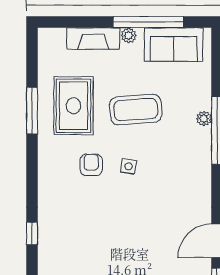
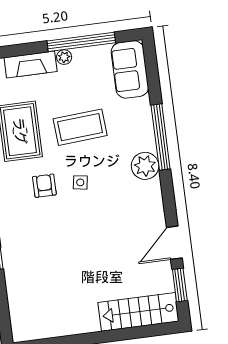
sofa: (174, 45) -> (130, 69), moved, turned 90
plant: (204, 119) -> (145, 166), moved, width x1.88, depth x1.88

